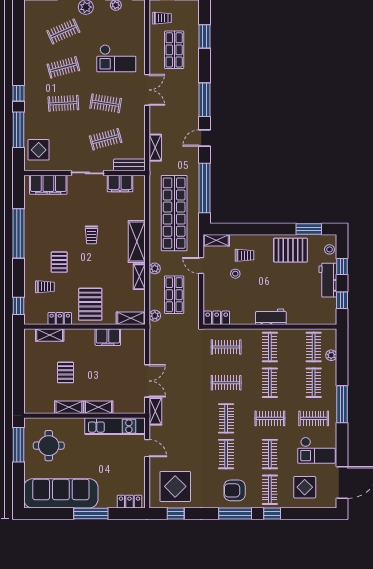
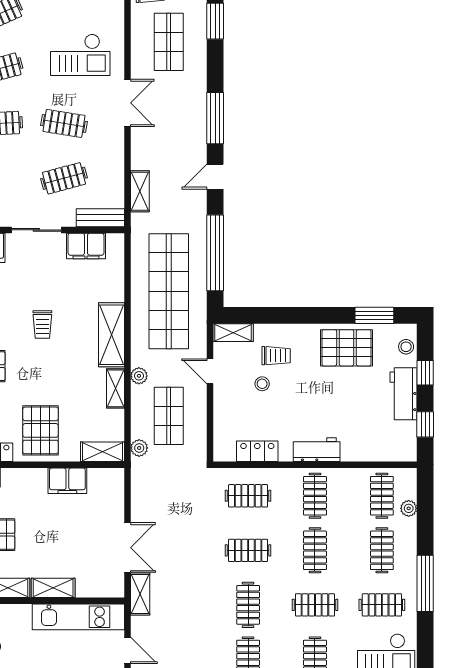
locker: (217, 318) -> (257, 451), moved

